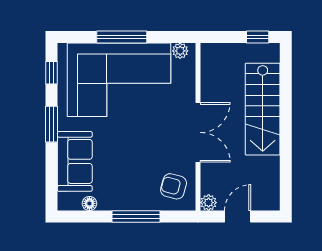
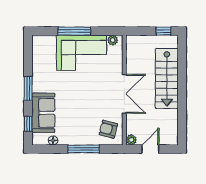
window: (51, 73) -> (28, 124), moved
corner sofa: (119, 80) -> (81, 53), width x0.73, depth x0.74

